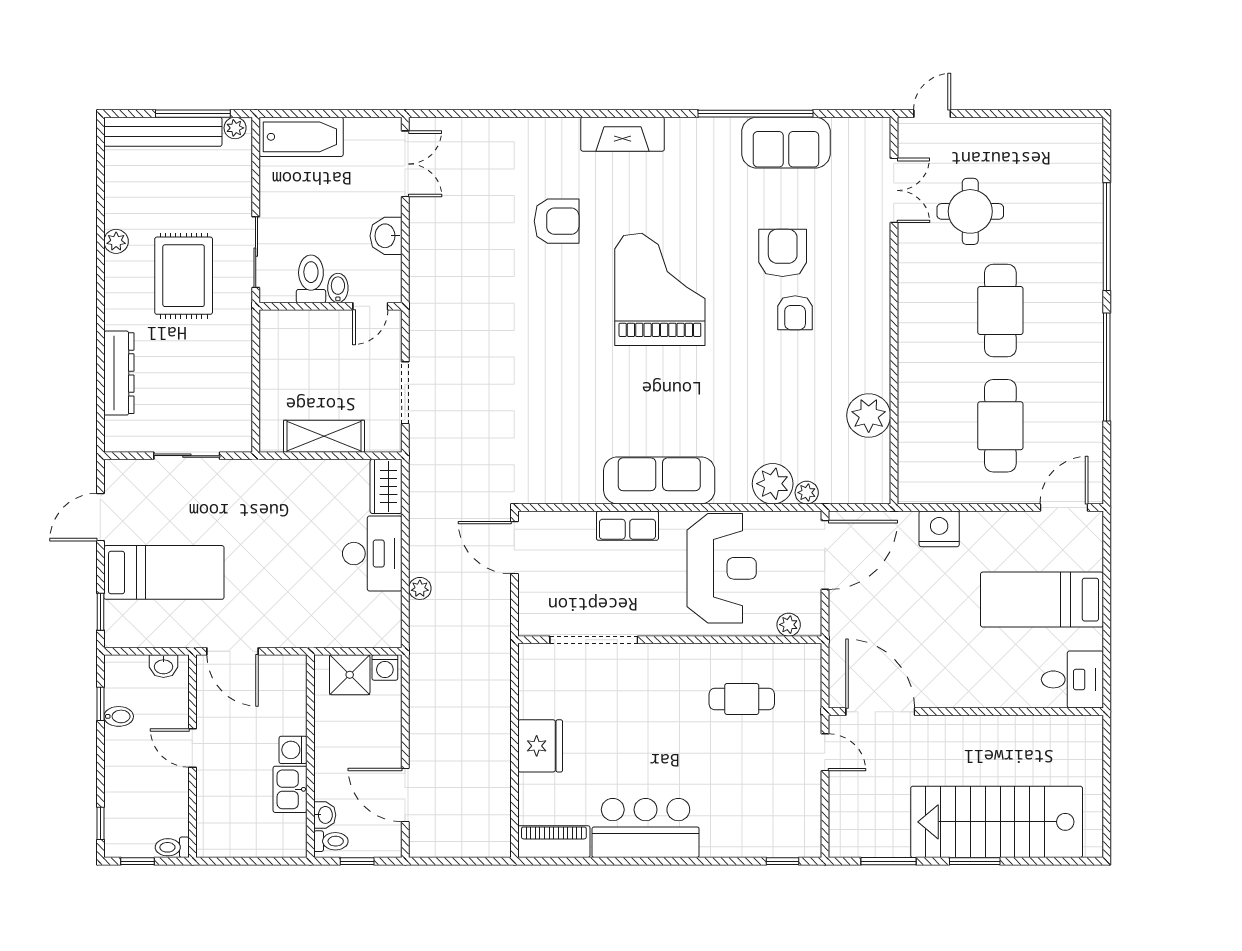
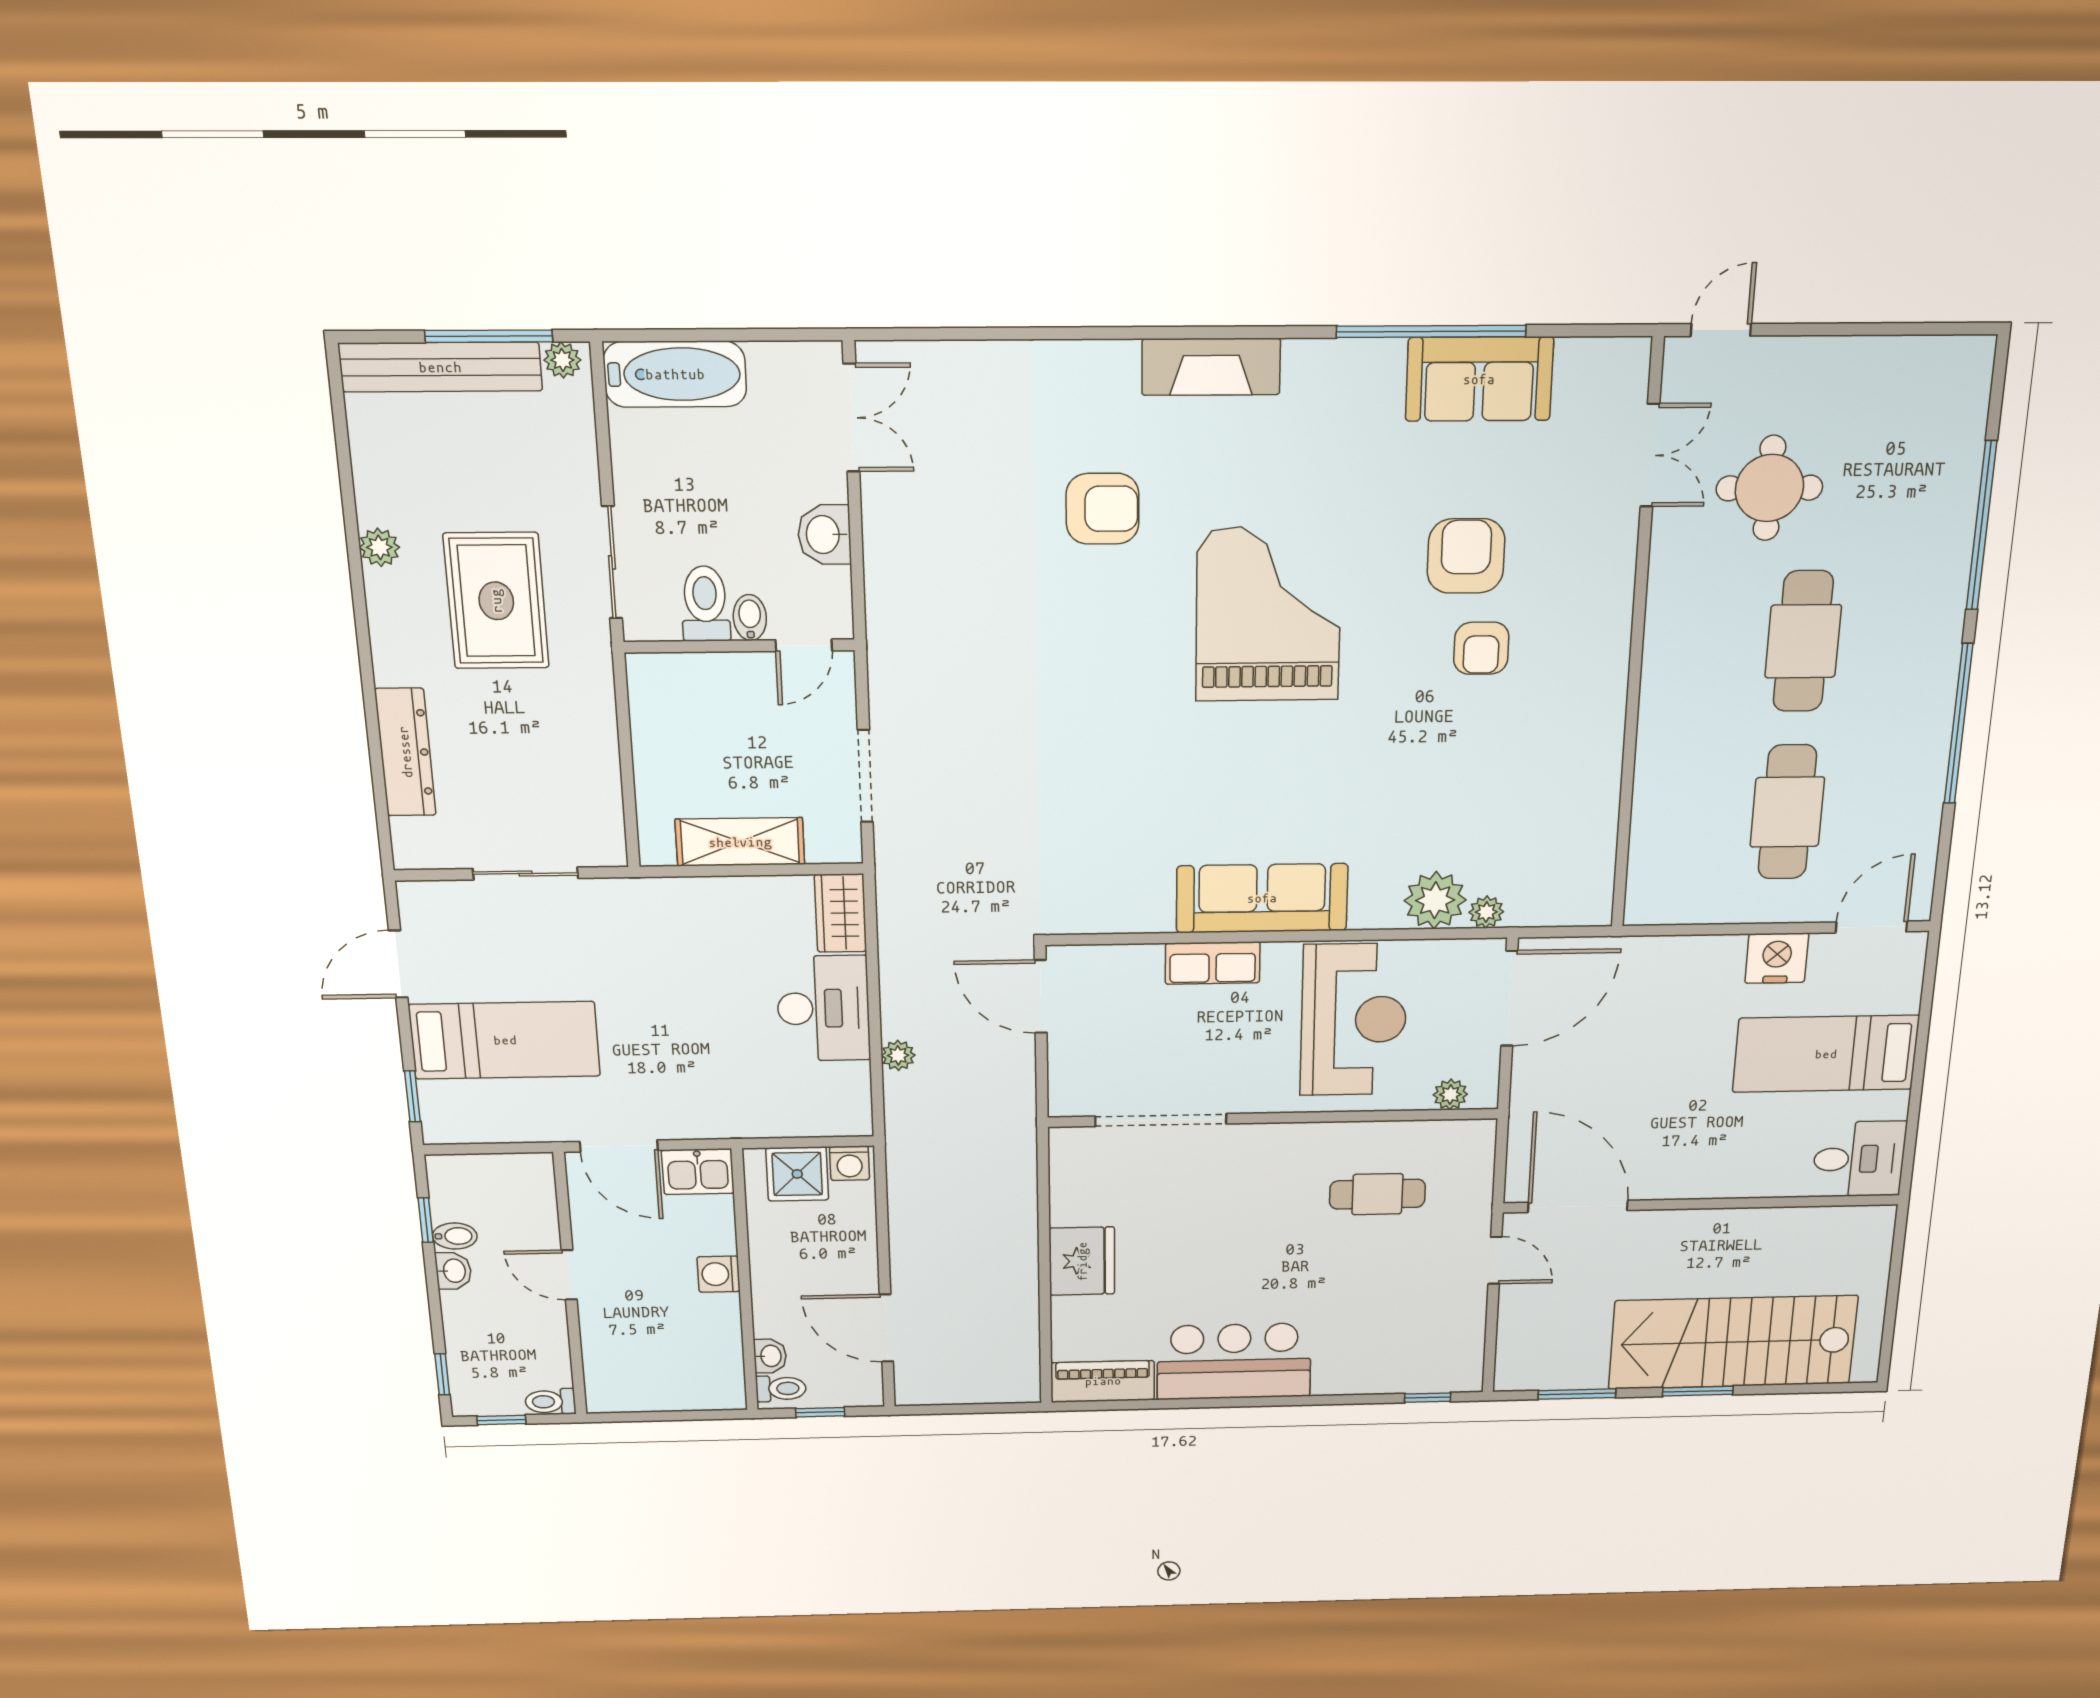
plant: (869, 415) -> (1587, 800), removed
nightstand: (939, 529) -> (1777, 958), moved
washbasin: (164, 666) -> (453, 1271), moved, turned -90
kitchen sink: (290, 789) -> (698, 1172), moved, turned -90

